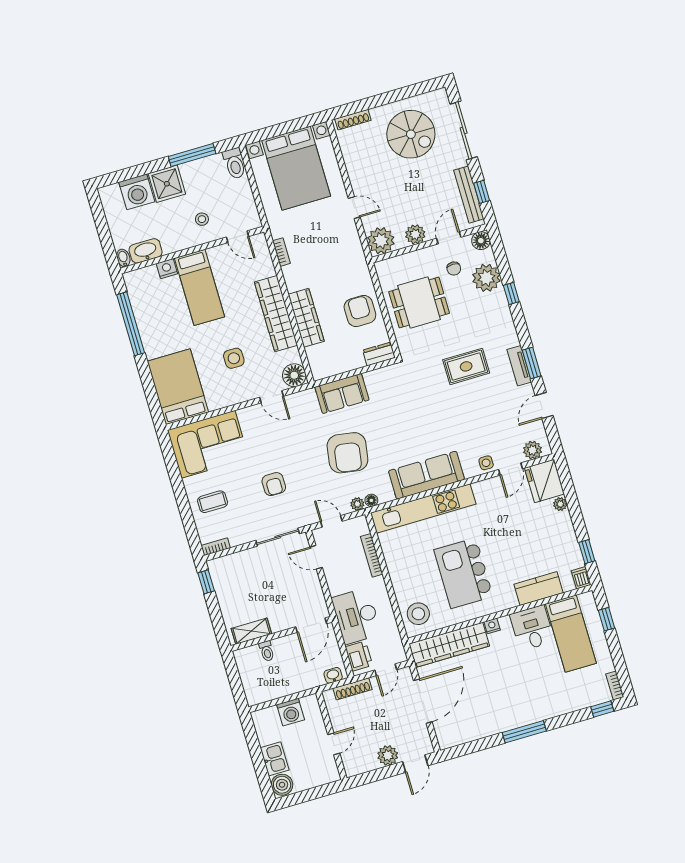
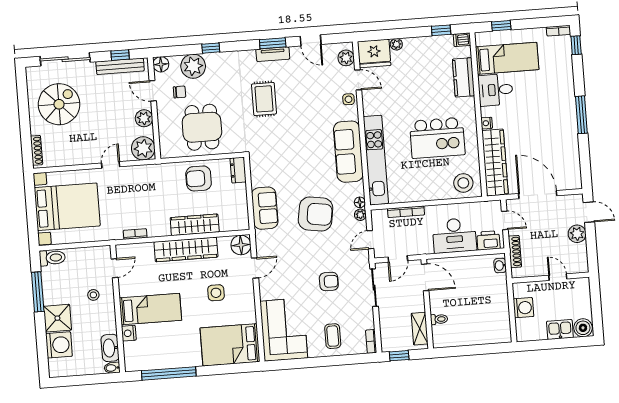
door: (311, 625) -> (425, 277), moved
shelving: (251, 631) -> (420, 329), moved
wall: (281, 634) -> (427, 304), moved
toilet: (267, 651) -> (439, 319), moved

